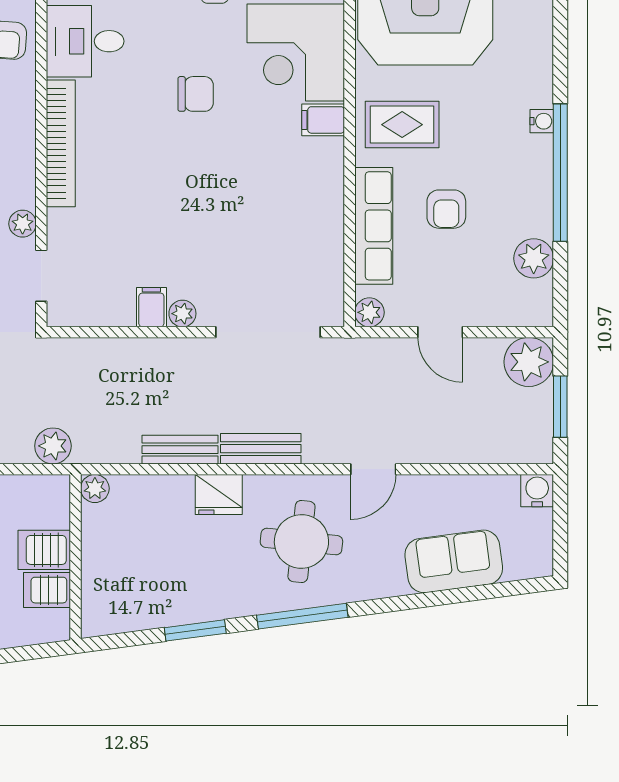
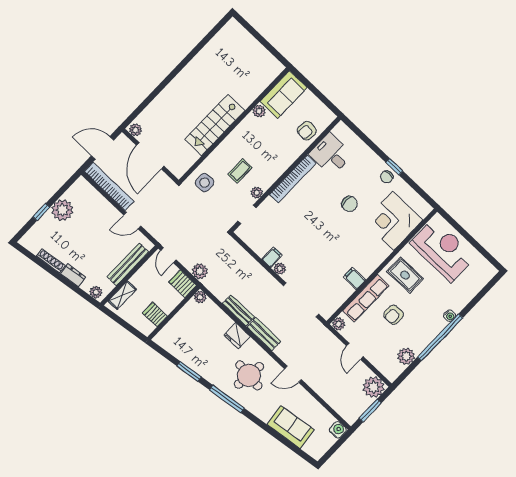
filing cabinet: (323, 120) -> (355, 278), moved
server rack: (44, 550) -> (183, 284), moved

